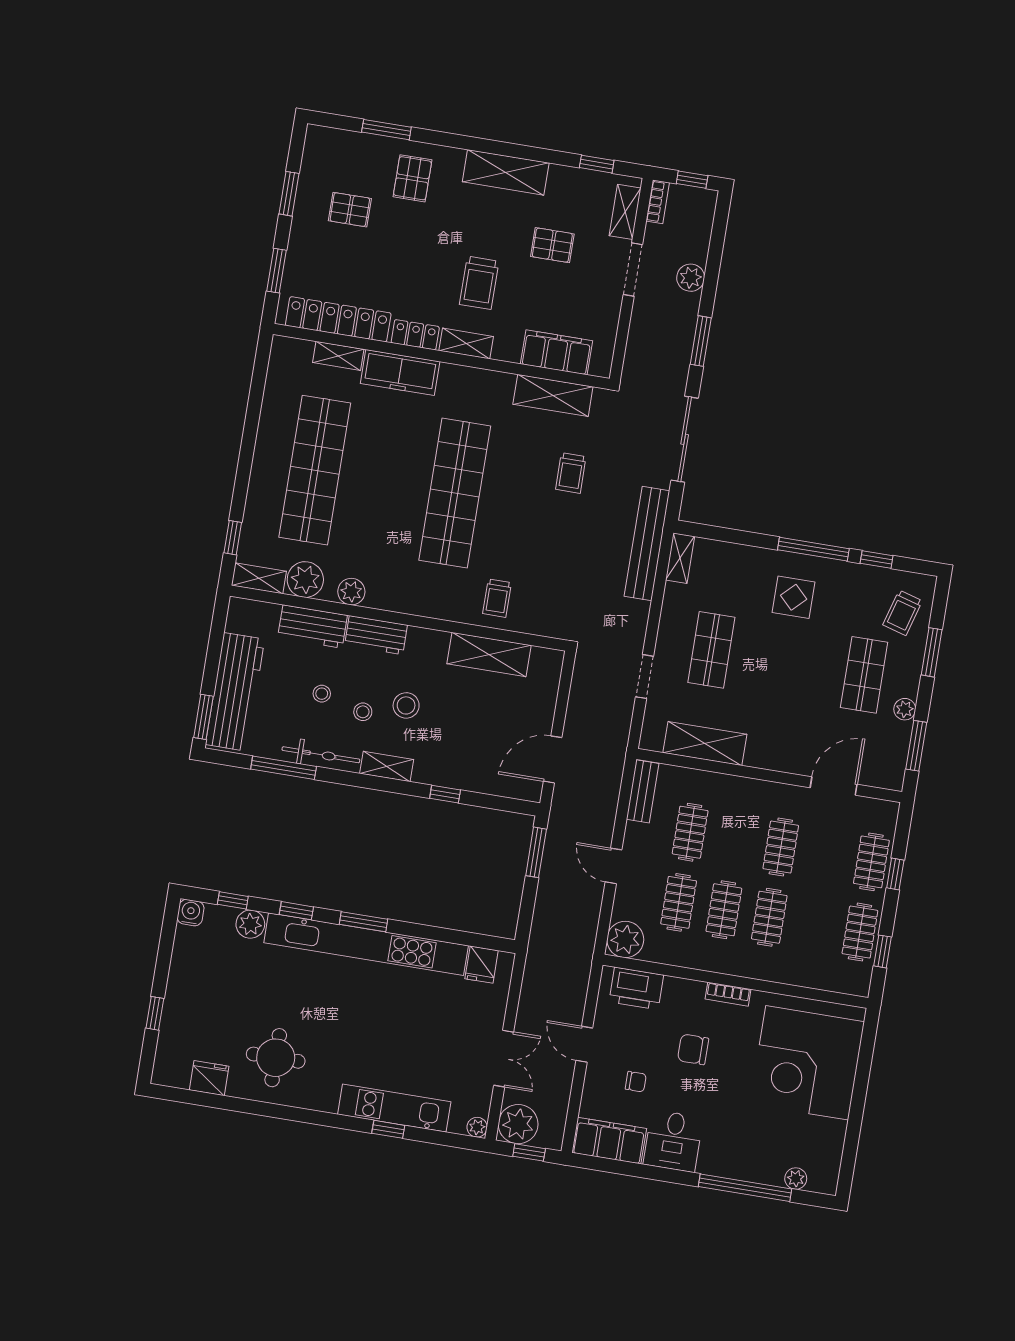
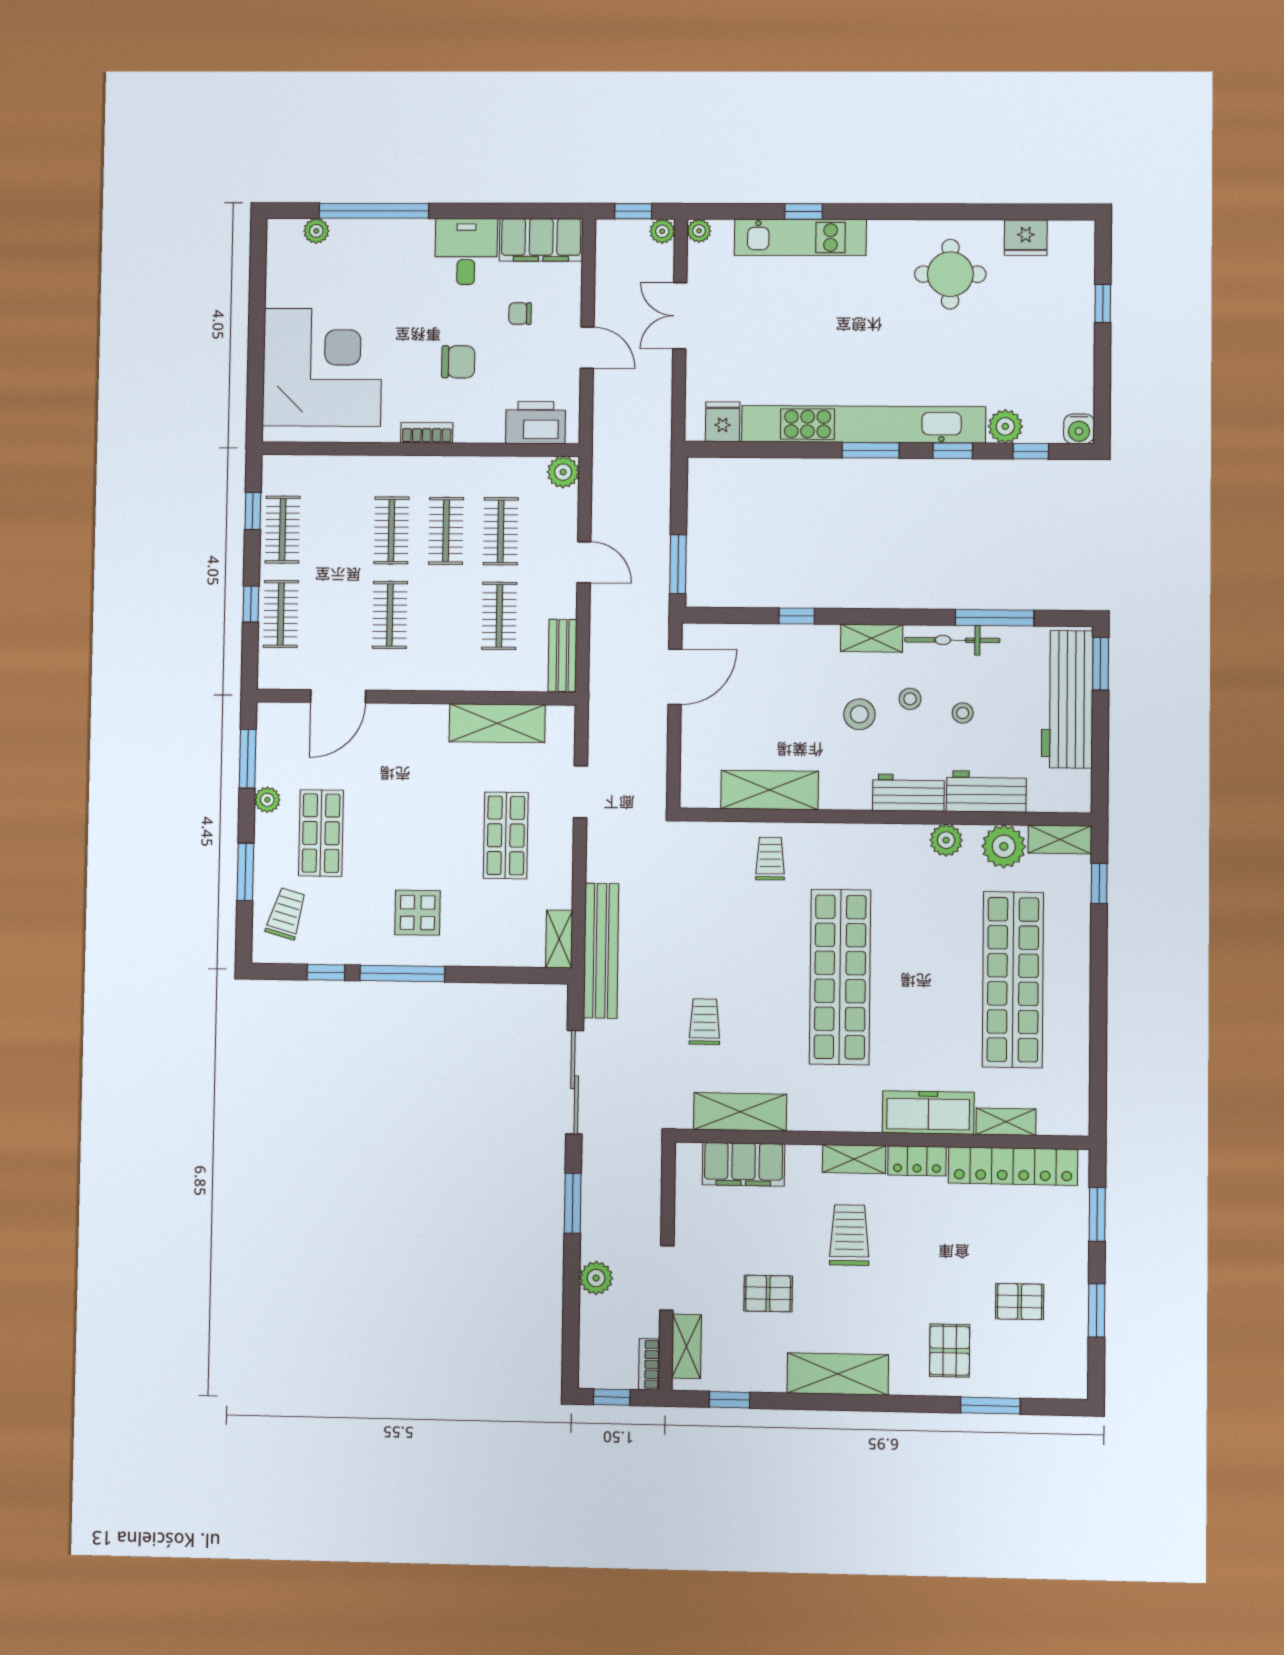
plant: (625, 939) -> (563, 472), width x0.73, depth x0.73
plant: (518, 1124) -> (662, 231), width x0.53, depth x0.53

